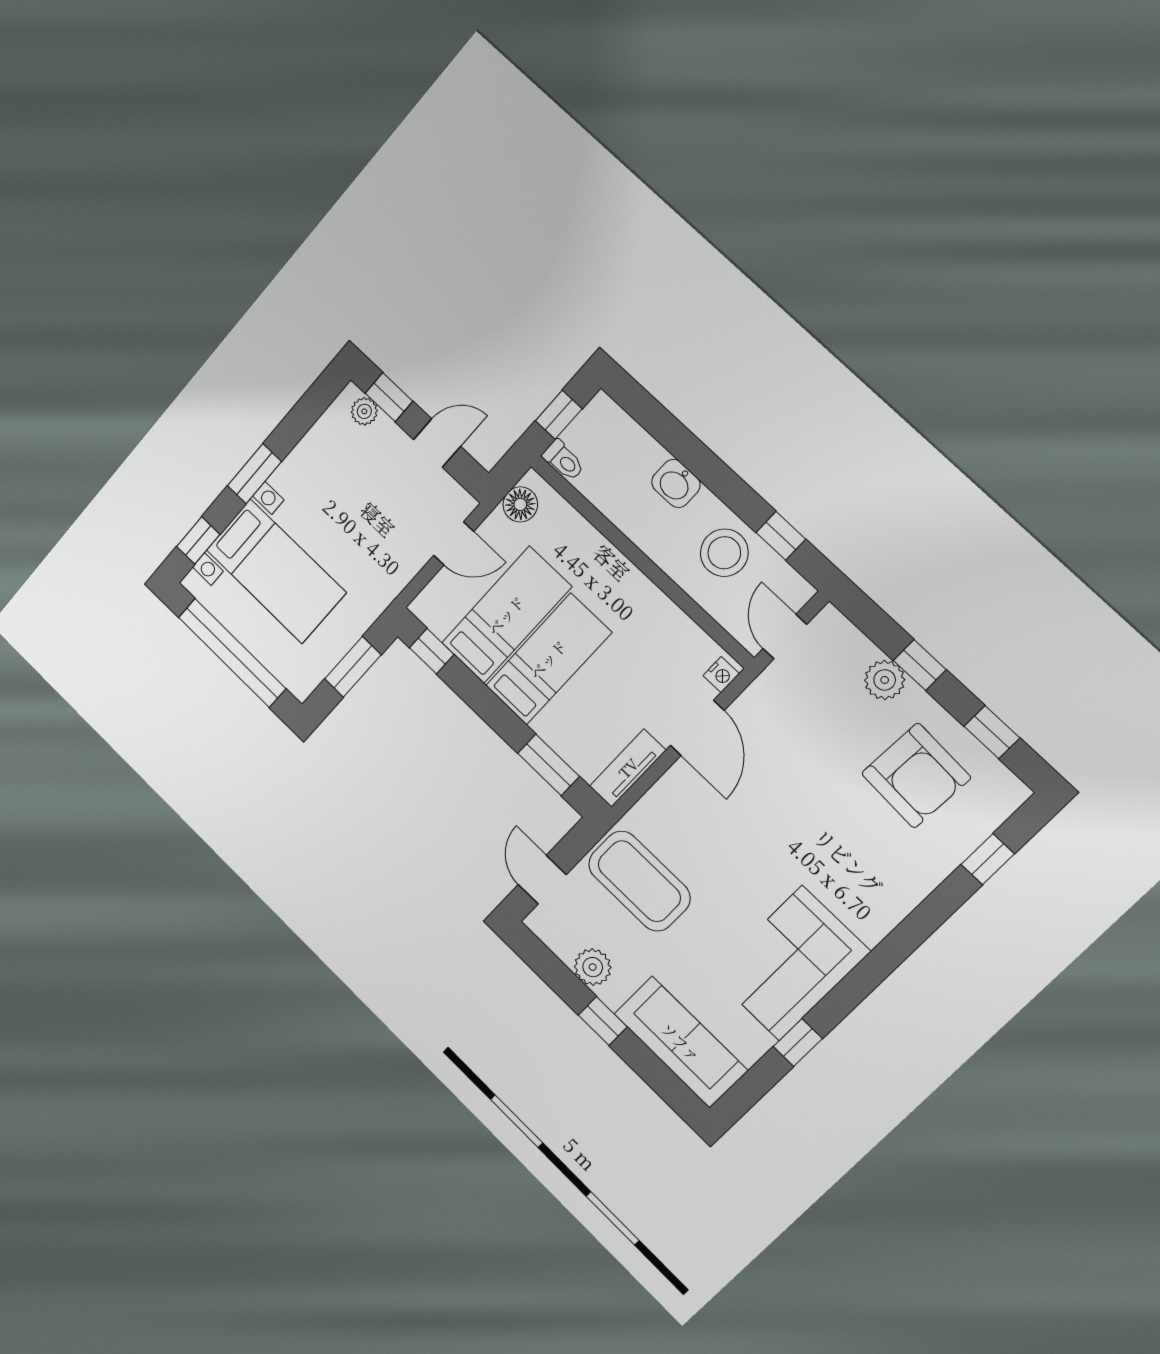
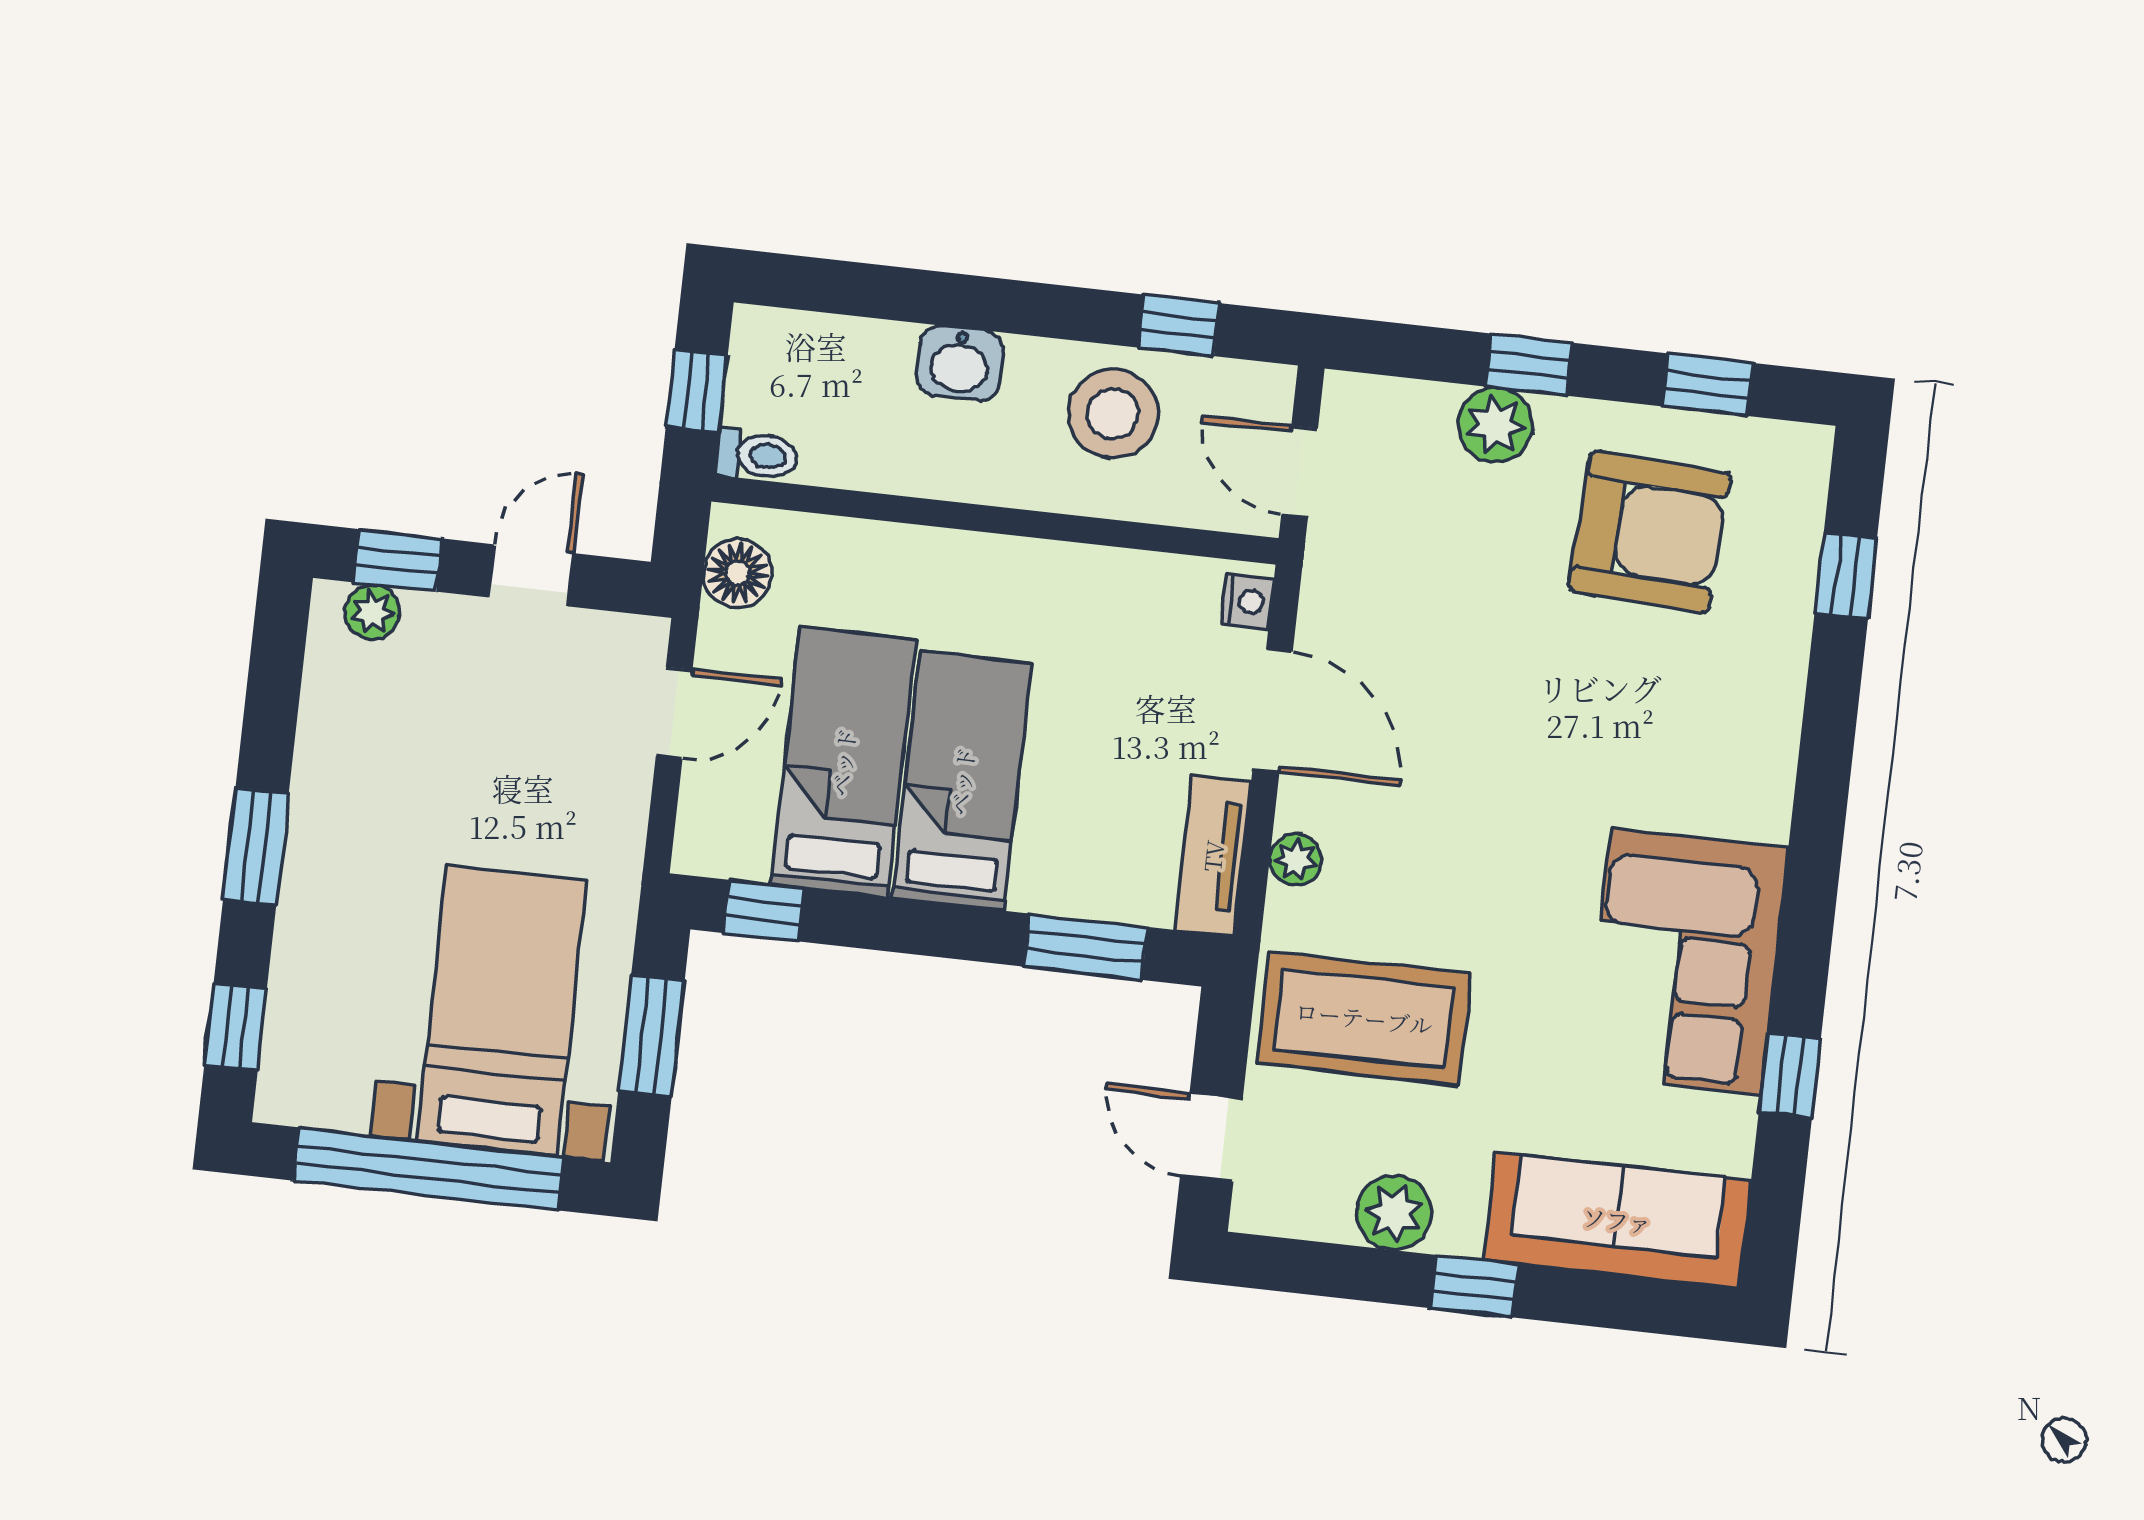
bed with nightstands: (276, 571) -> (502, 1010), moved, turned -90
plant: (660, 796) -> (1296, 860), added

